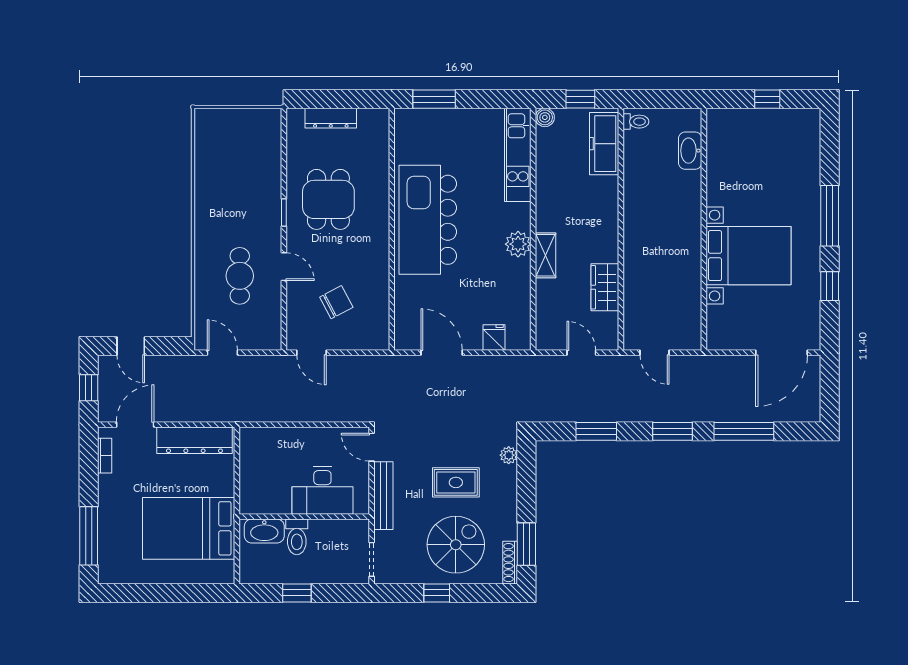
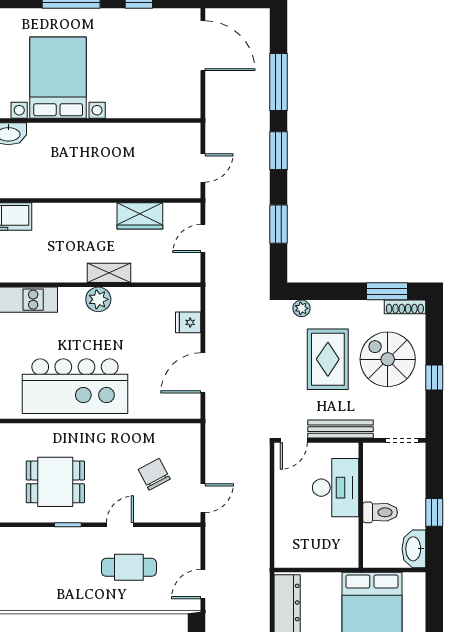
bed with nightstands: (748, 256) -> (58, 78), moved
rug: (456, 482) -> (328, 359), width x1.36, depth x1.43
washbasin: (264, 531) -> (414, 549), moved, turned 180

